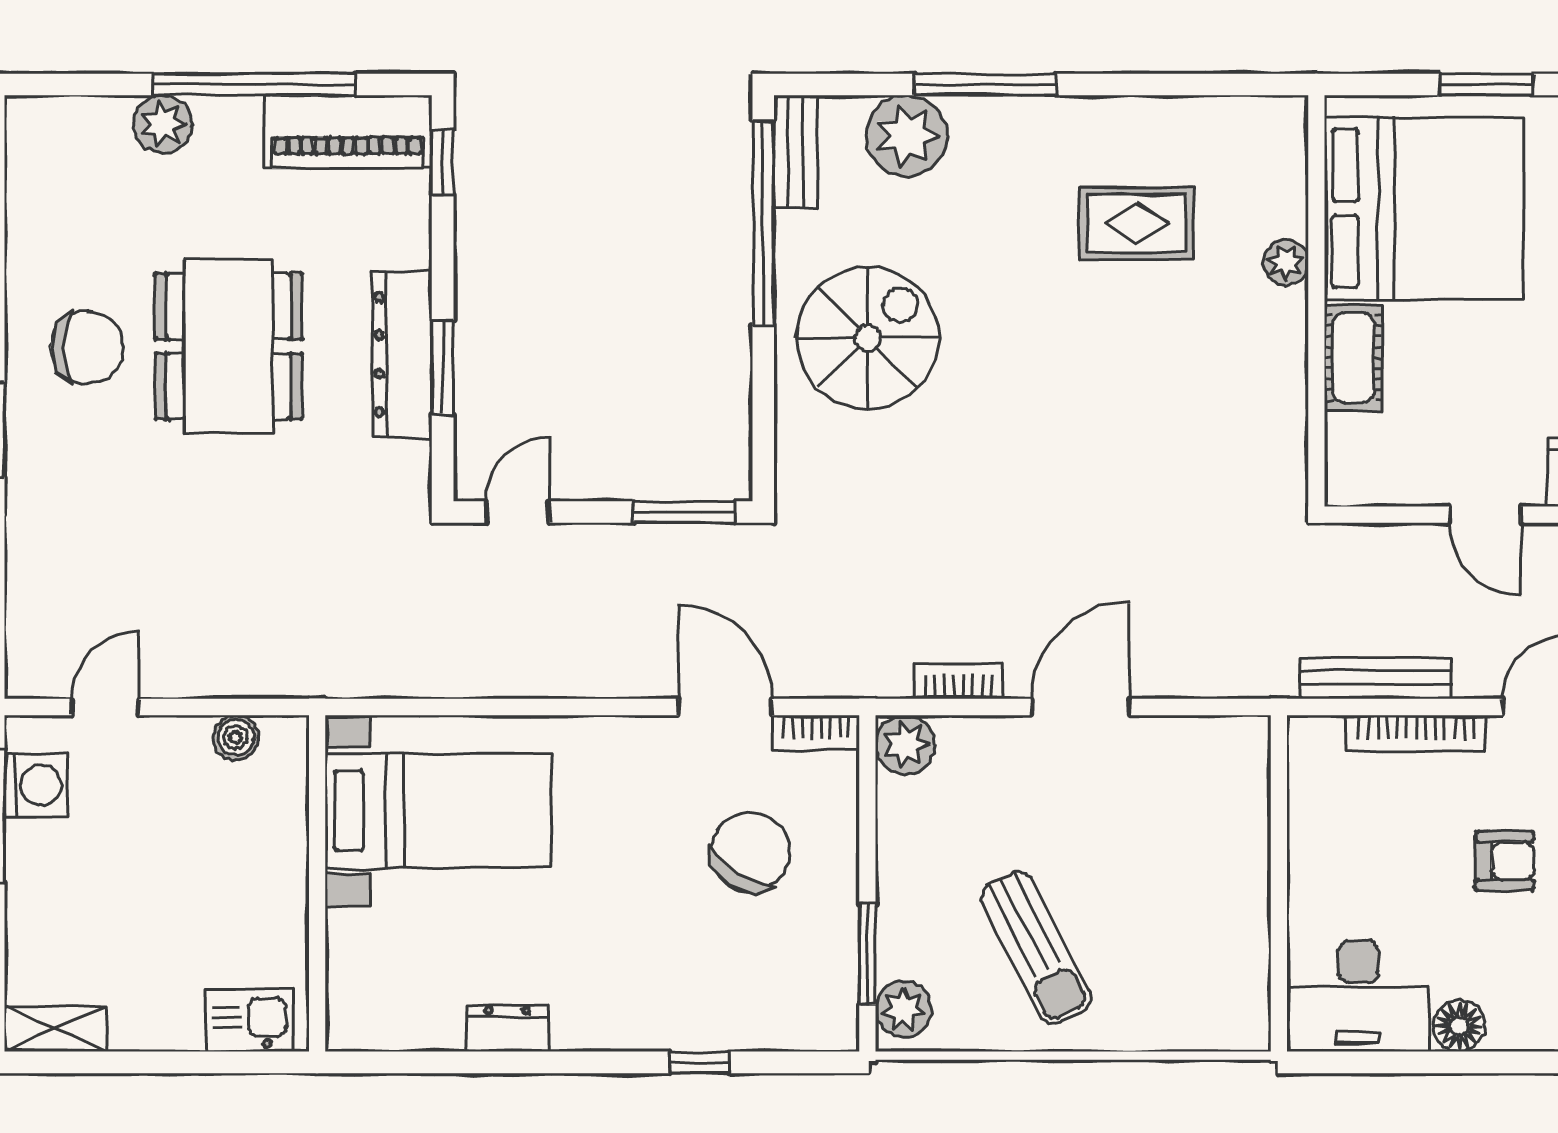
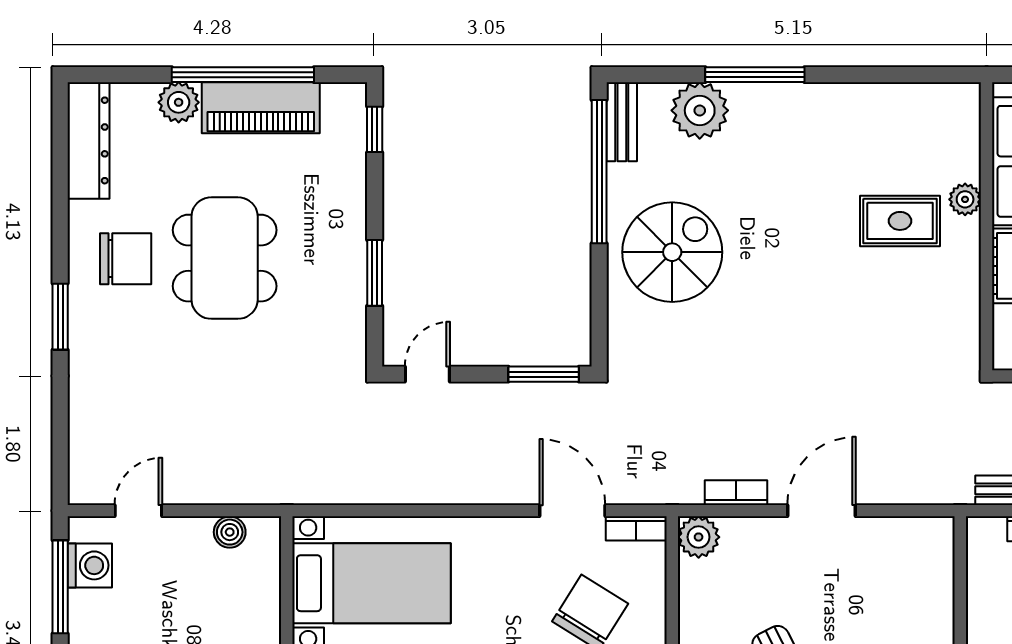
piano: (348, 132) -> (261, 108), moved
rug: (1137, 223) -> (900, 221), moved
dresser: (402, 354) -> (88, 140), moved, turned 180

